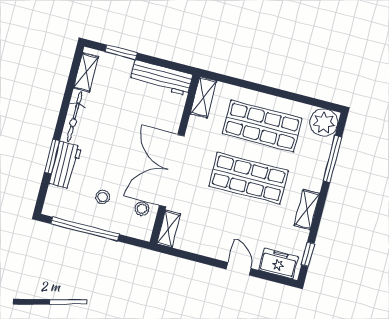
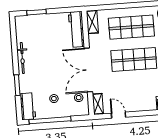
shelving: (86, 72) -> (20, 31), removed
workbench: (161, 78) -> (76, 29), moved, turned 90
workbench: (65, 165) -> (28, 106), moved
door: (239, 269) -> (118, 115), moved

